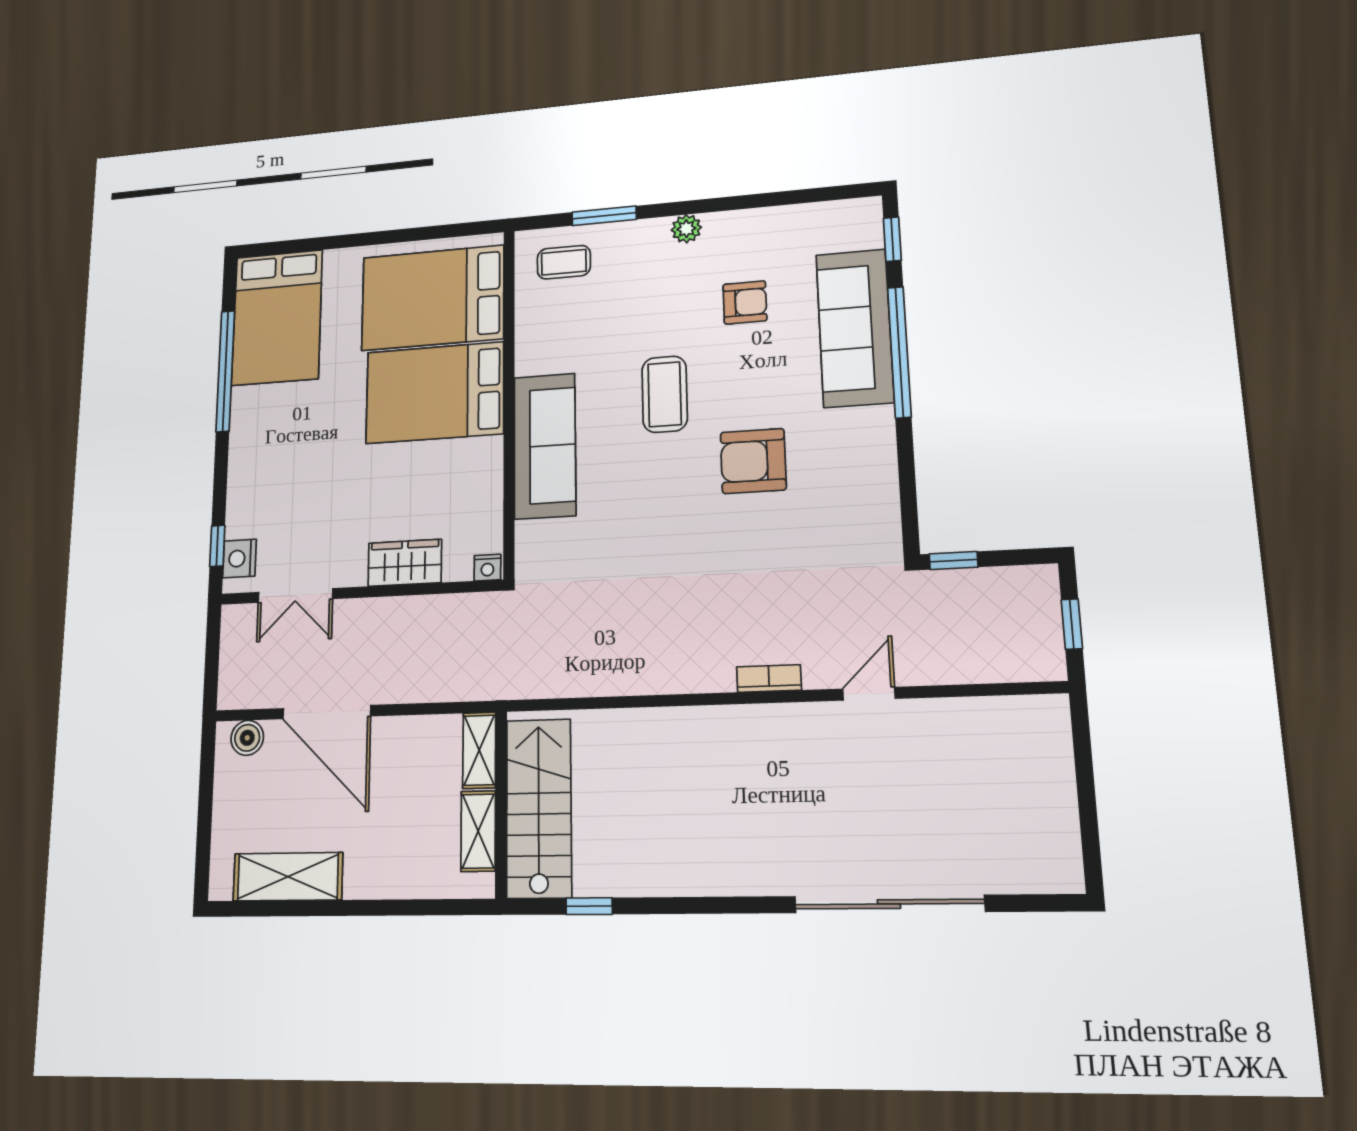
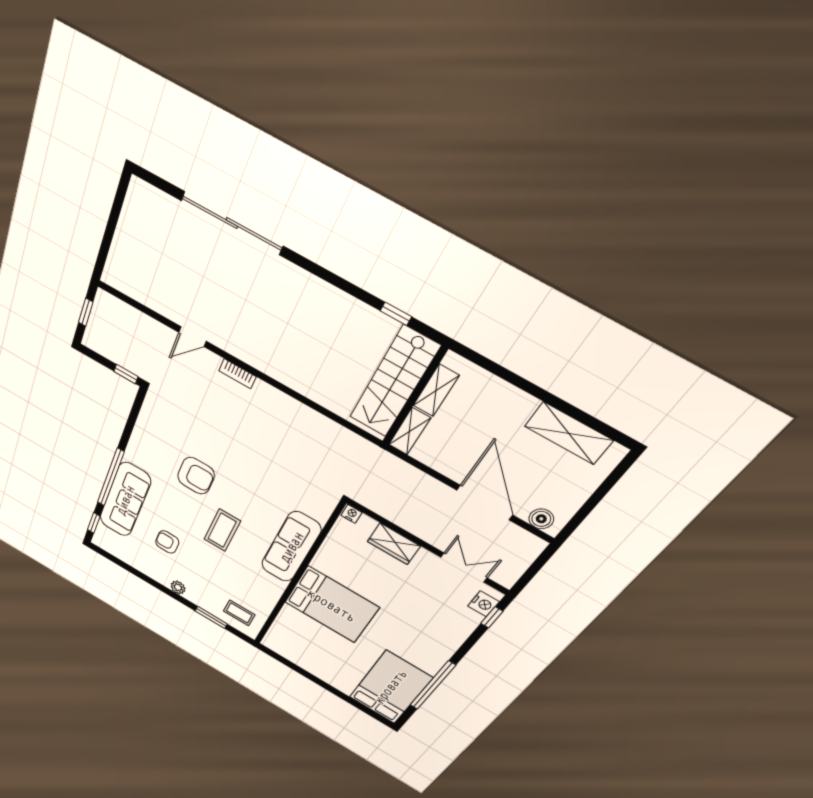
bed: (433, 298) -> (309, 642), removed

